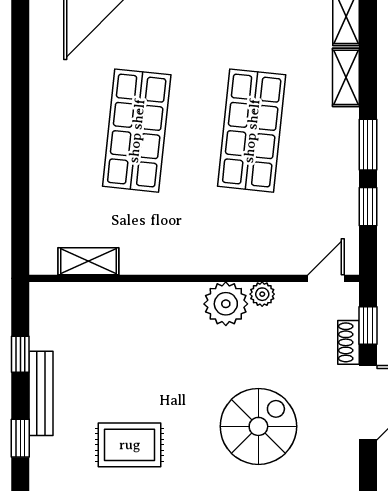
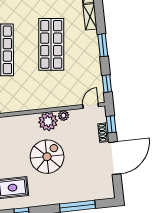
window: (368, 207) -> (107, 84), moved
spiral stairs: (258, 426) -> (47, 157), moved

